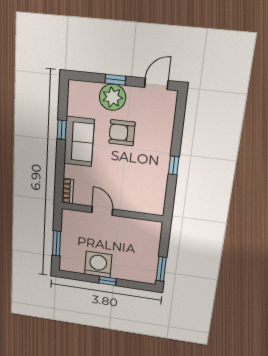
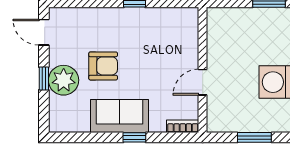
window: (62, 130) -> (134, 137), moved
armchair: (122, 133) -> (103, 66), turned -90

